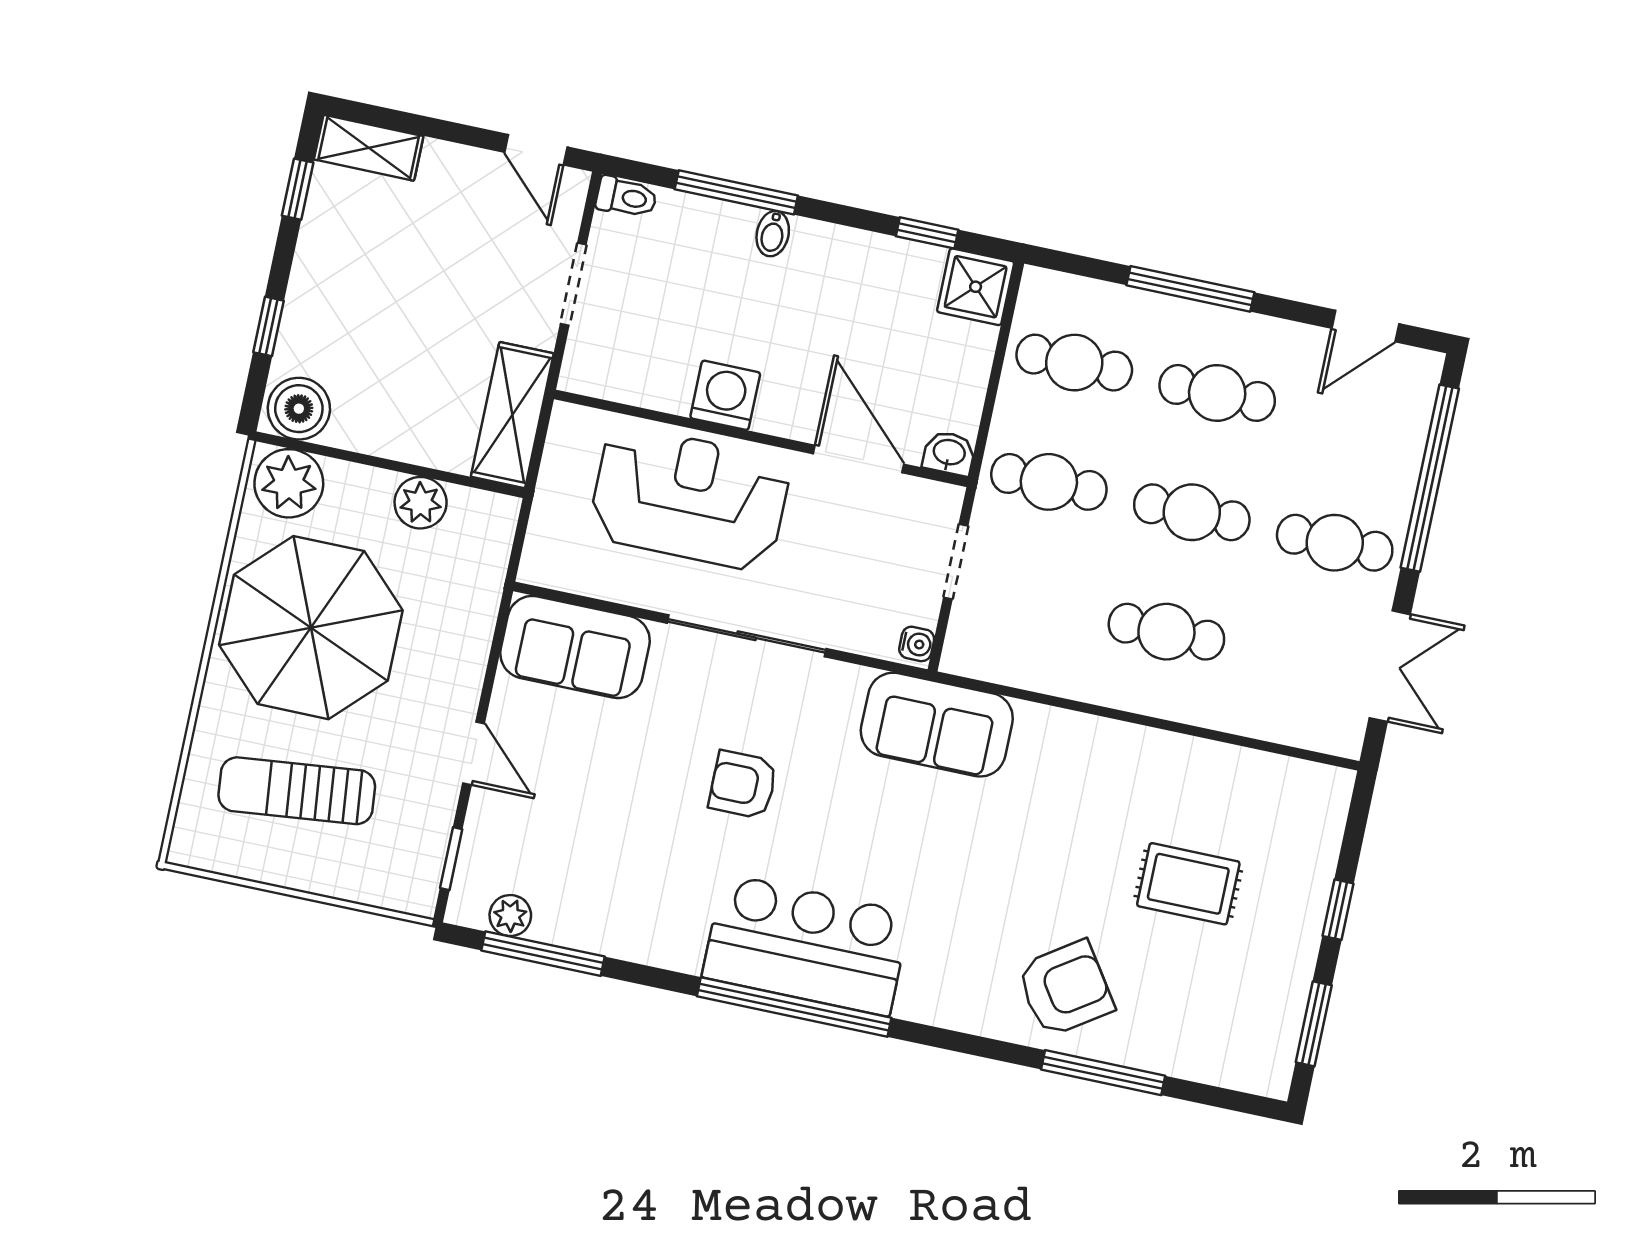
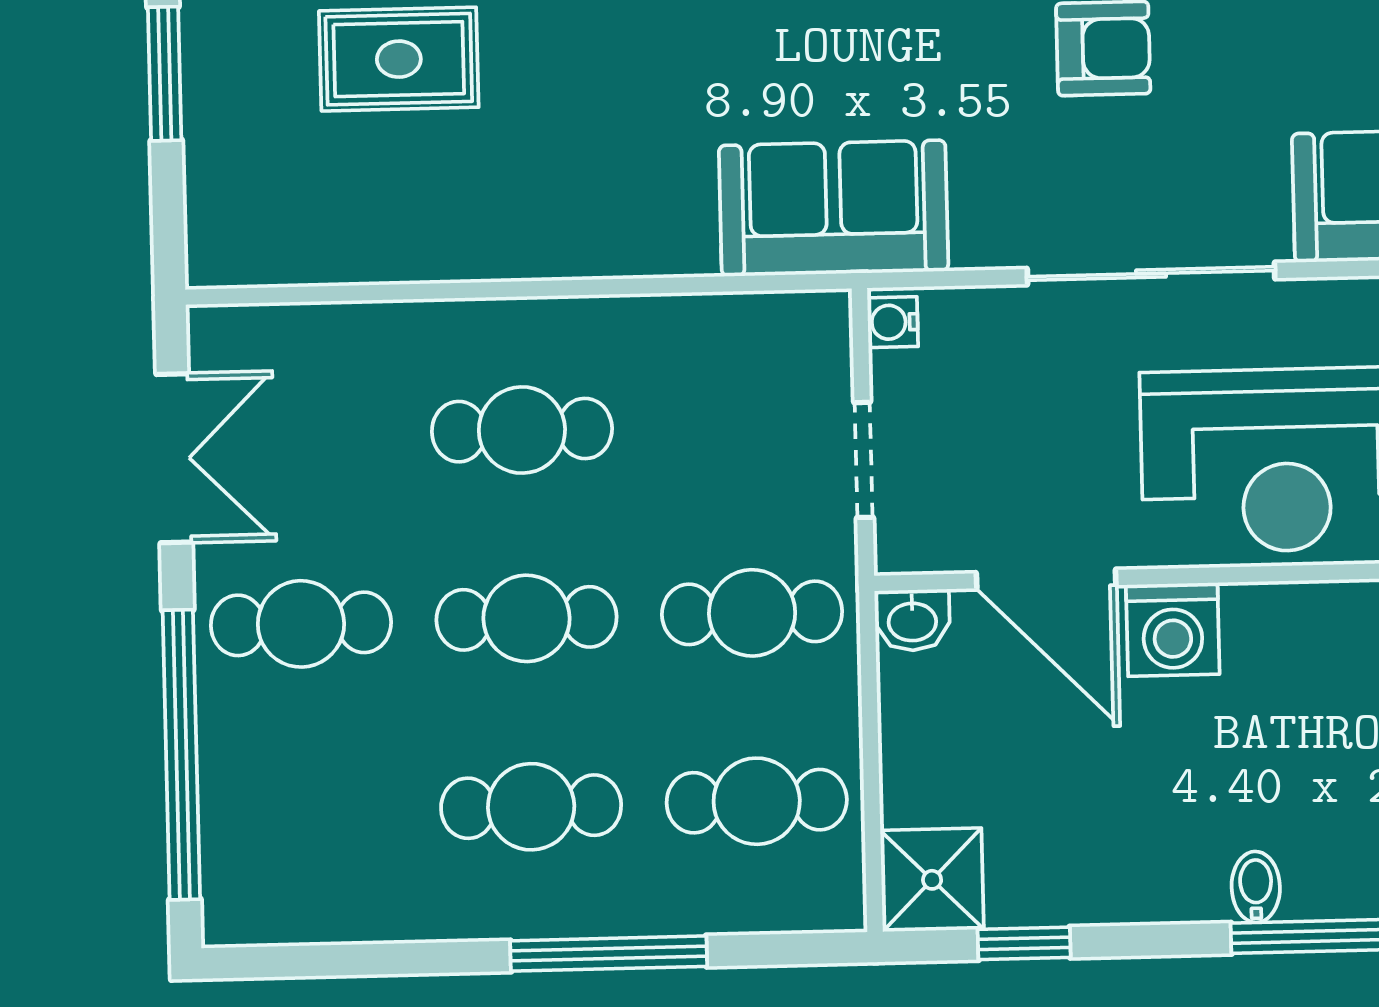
door: (1365, 326) -> (333, 960), removed
washing machine: (725, 395) -> (1173, 629), moved
double door: (1390, 666) -> (174, 458), swing flipped
window: (1338, 910) -> (165, 74), width x1.50

